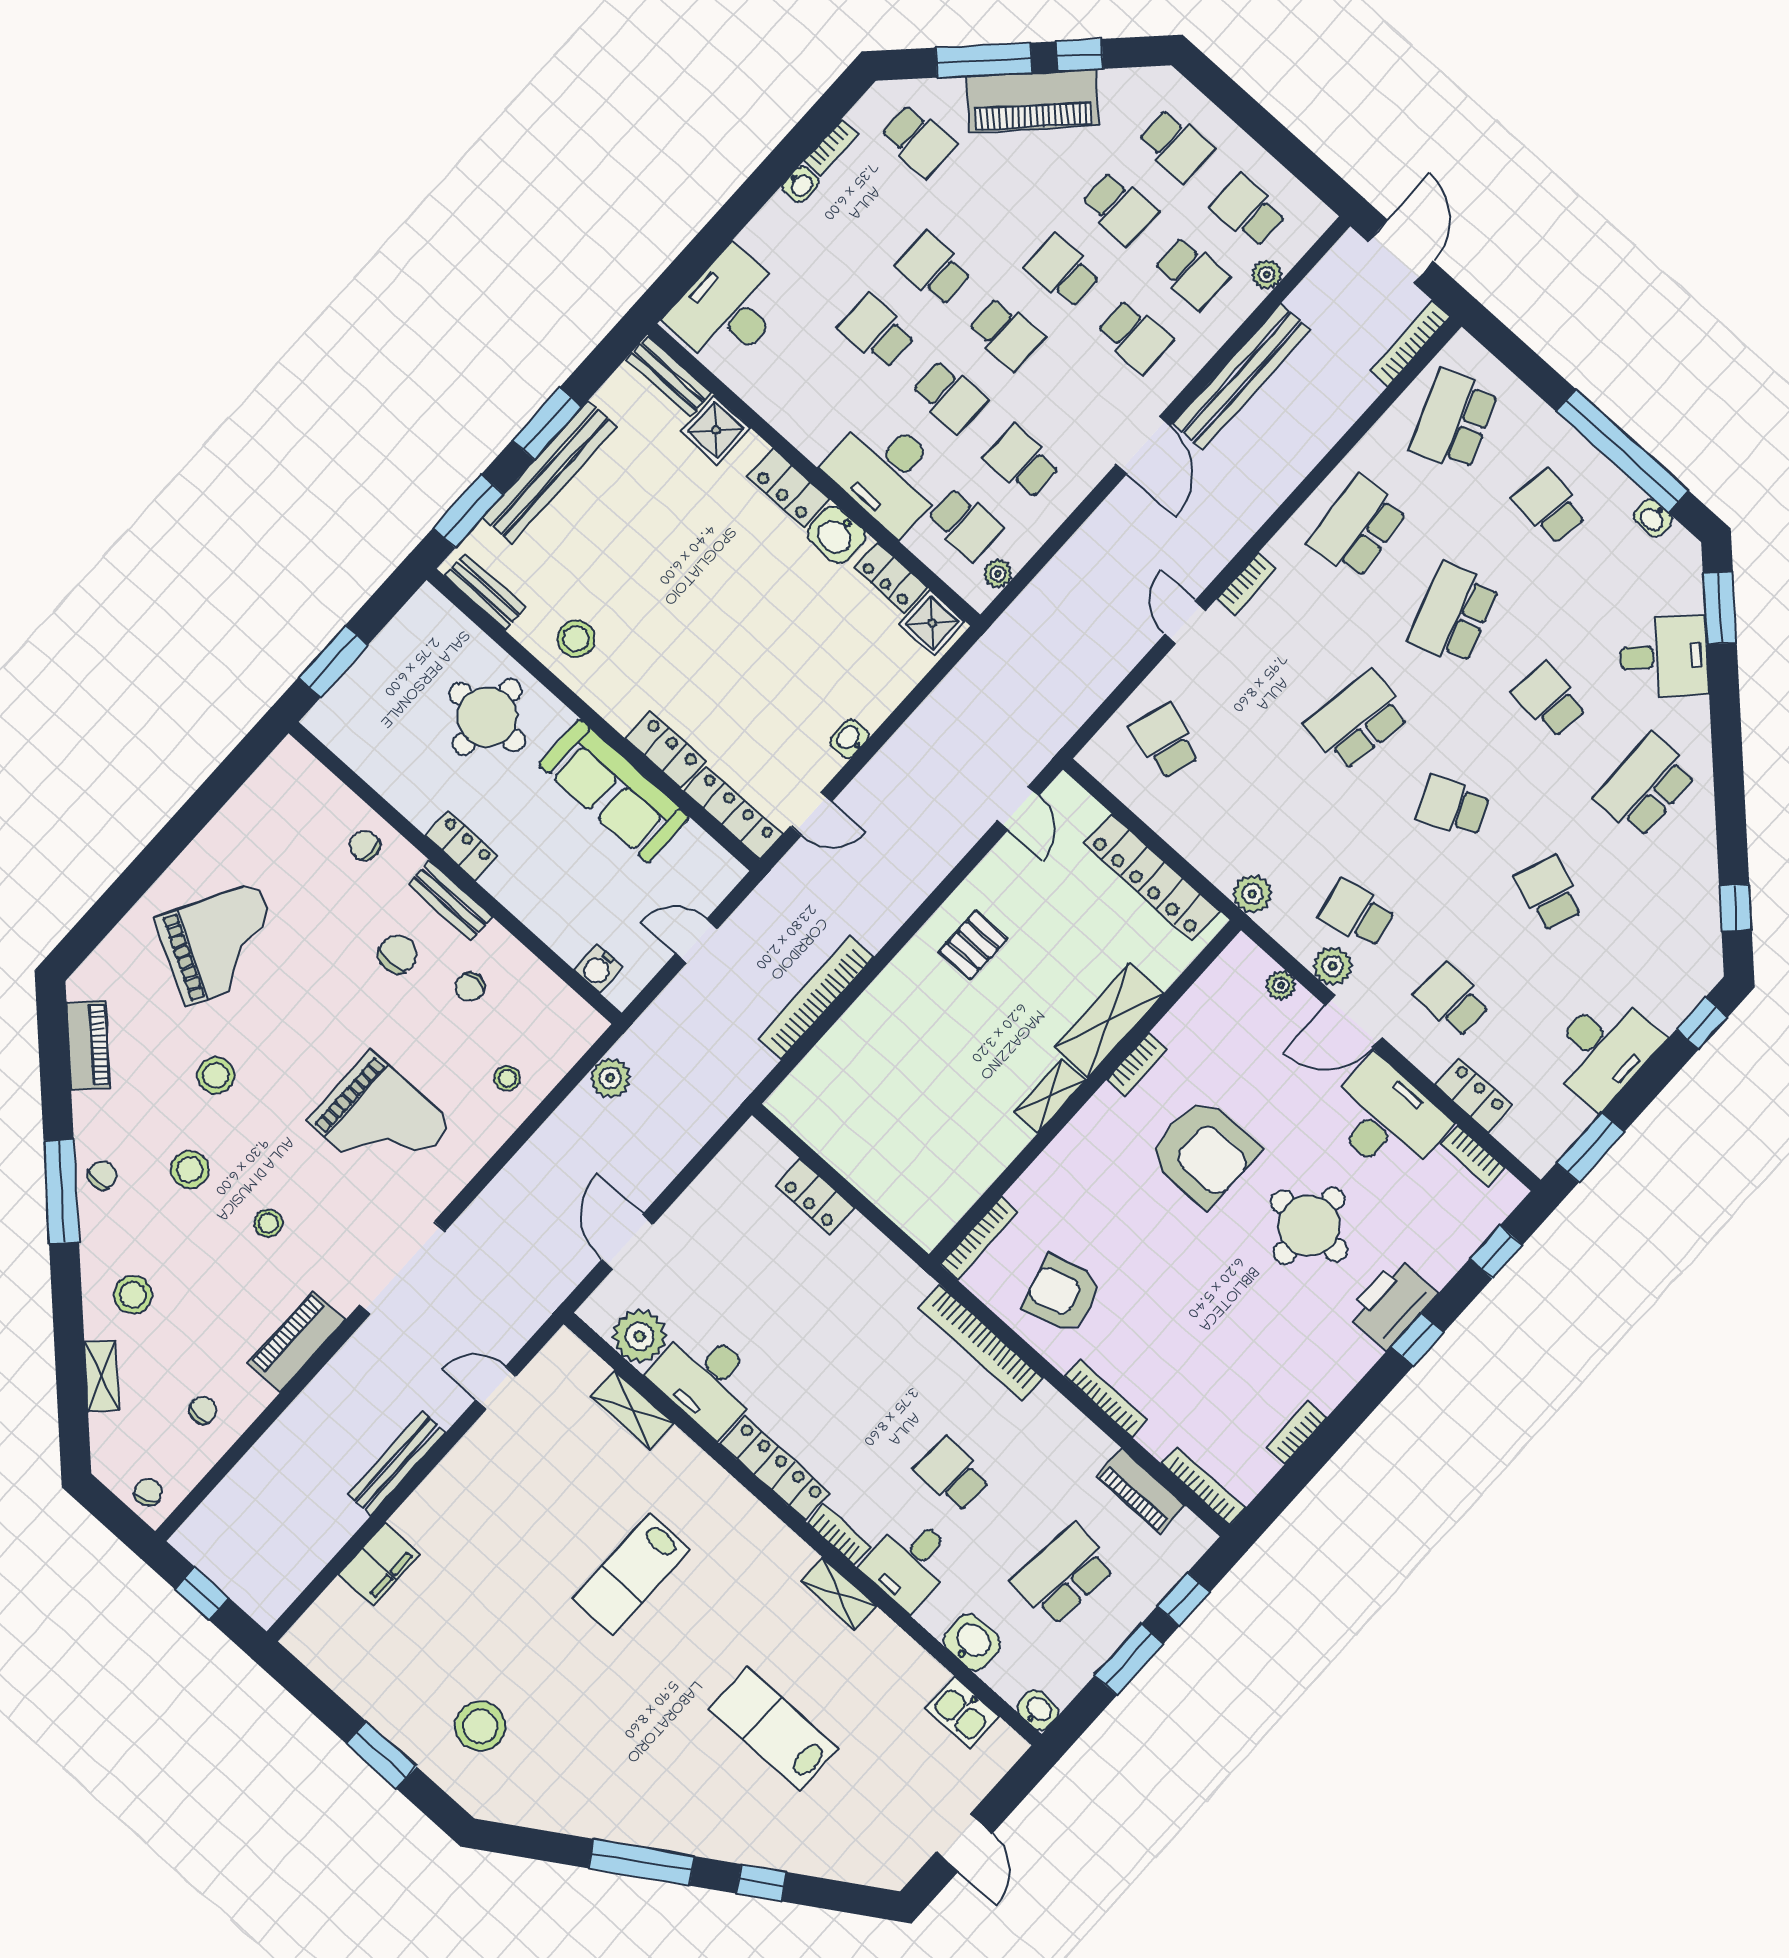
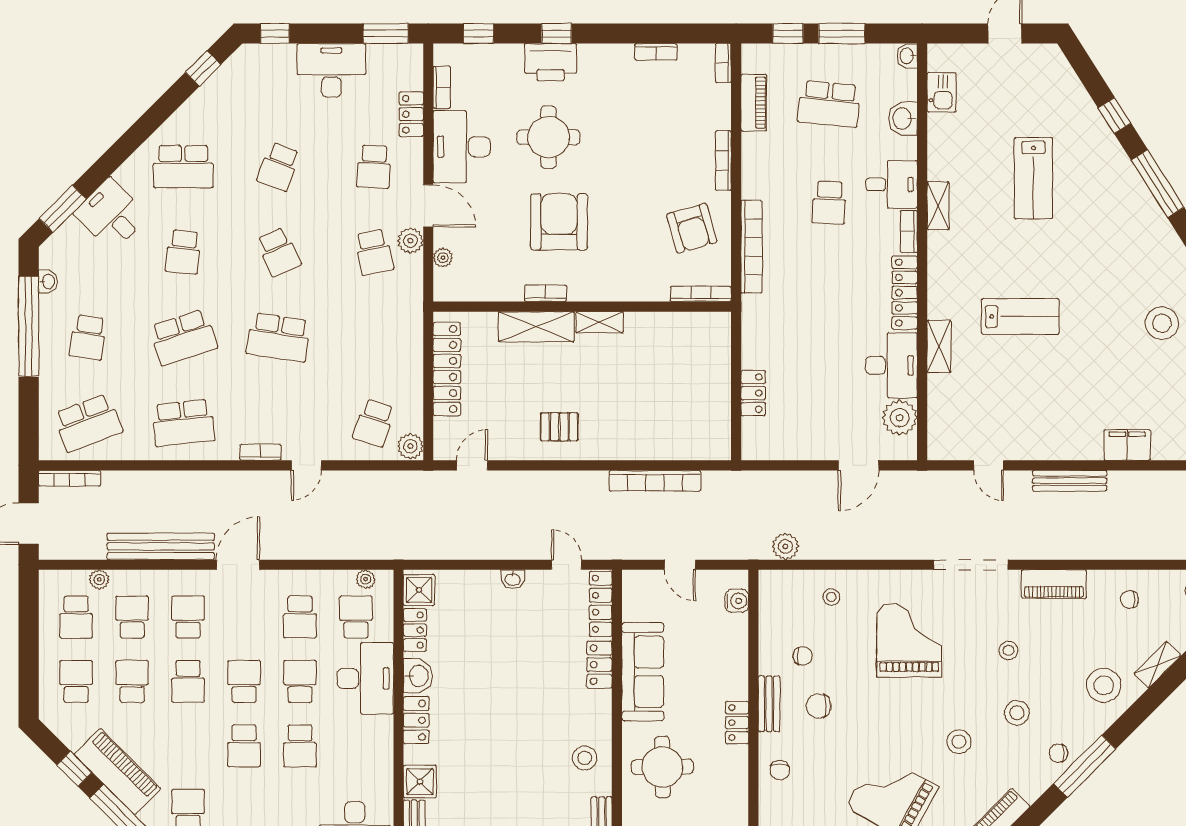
plant: (1252, 894) -> (410, 446), moved
stool: (133, 1295) -> (1104, 685), width x1.38, depth x1.38
shelving: (632, 1410) -> (939, 346), moved
bookcase: (1203, 1486) -> (723, 63), width x0.64

